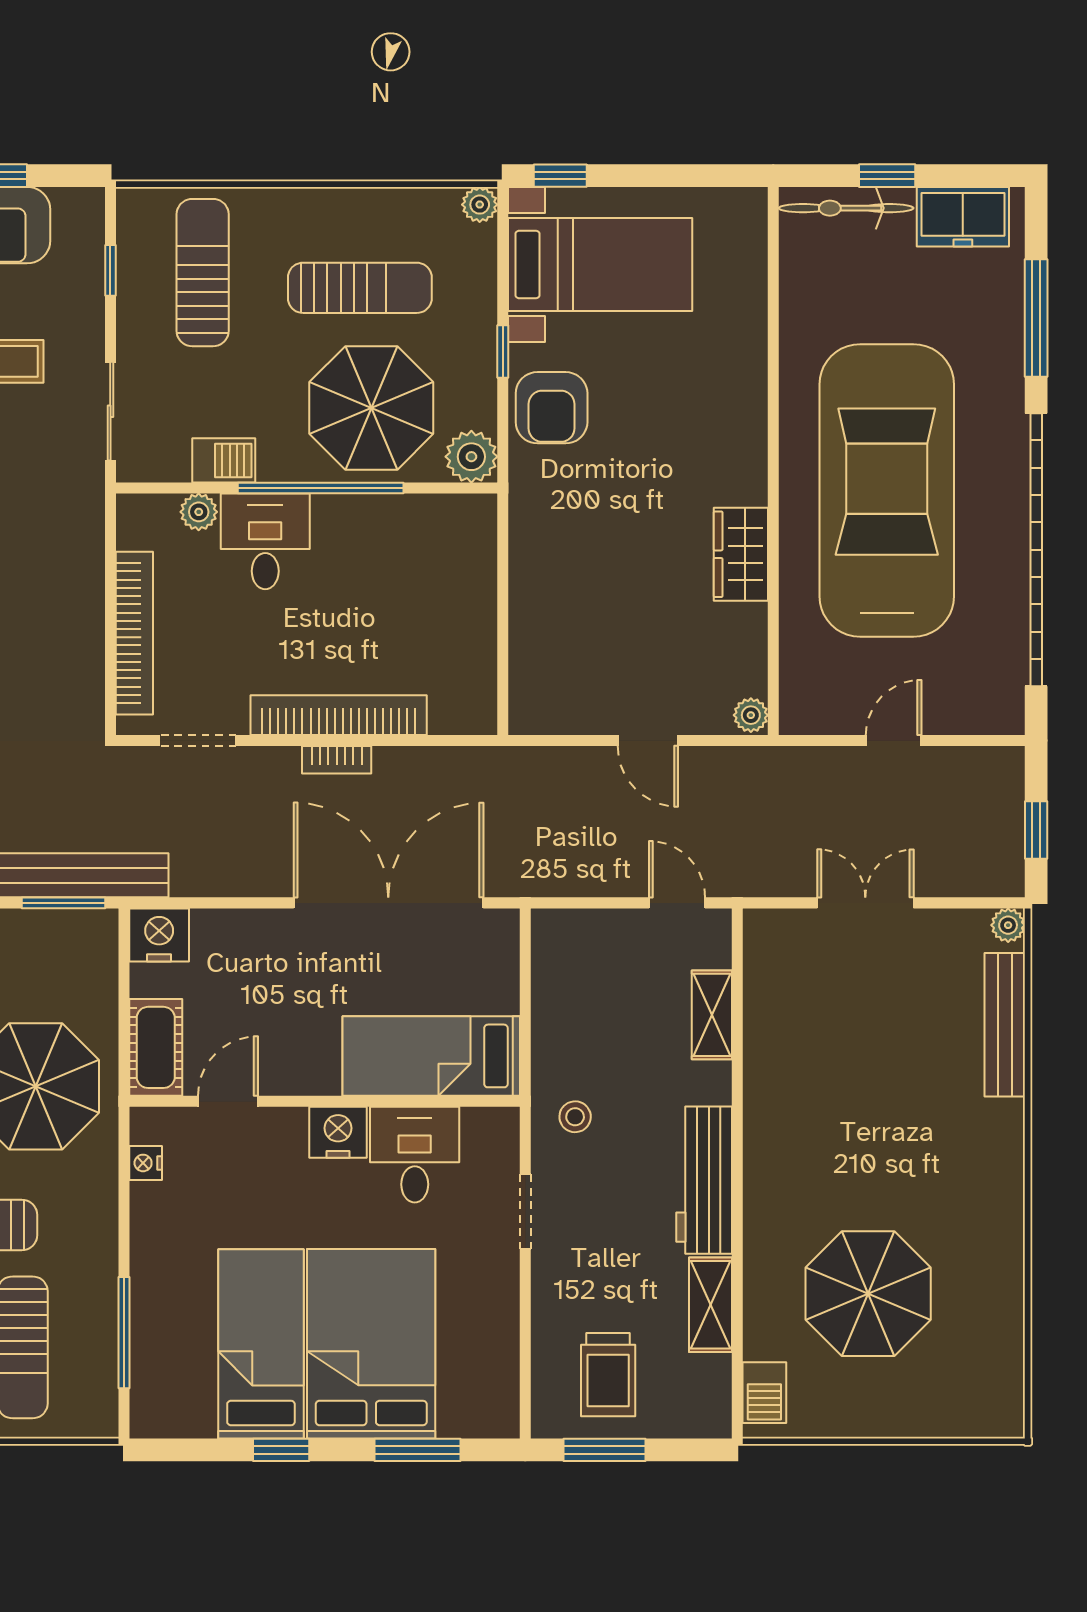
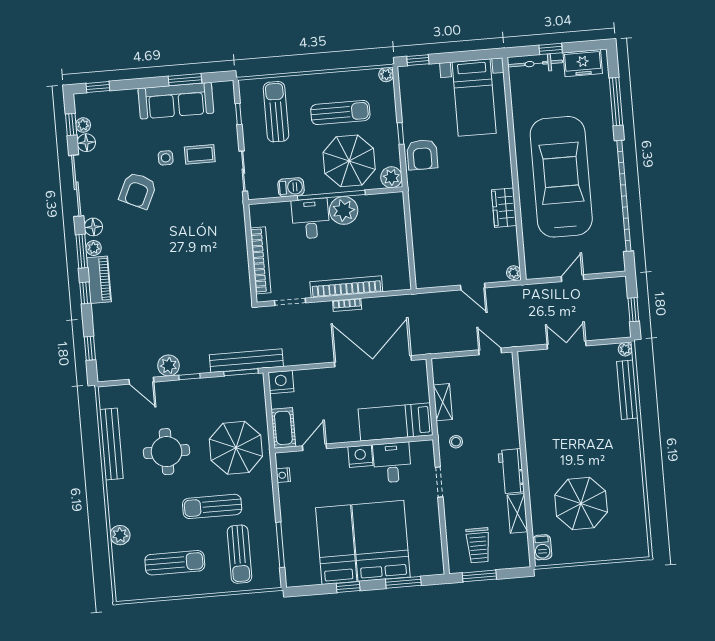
bed with nightstands: (600, 265) -> (474, 98), moved, turned 90
plant: (199, 512) -> (344, 210), moved, width x1.88, depth x1.88
shelving: (712, 1015) -> (443, 402), moved
workbench: (704, 1180) -> (511, 471), width x0.73

